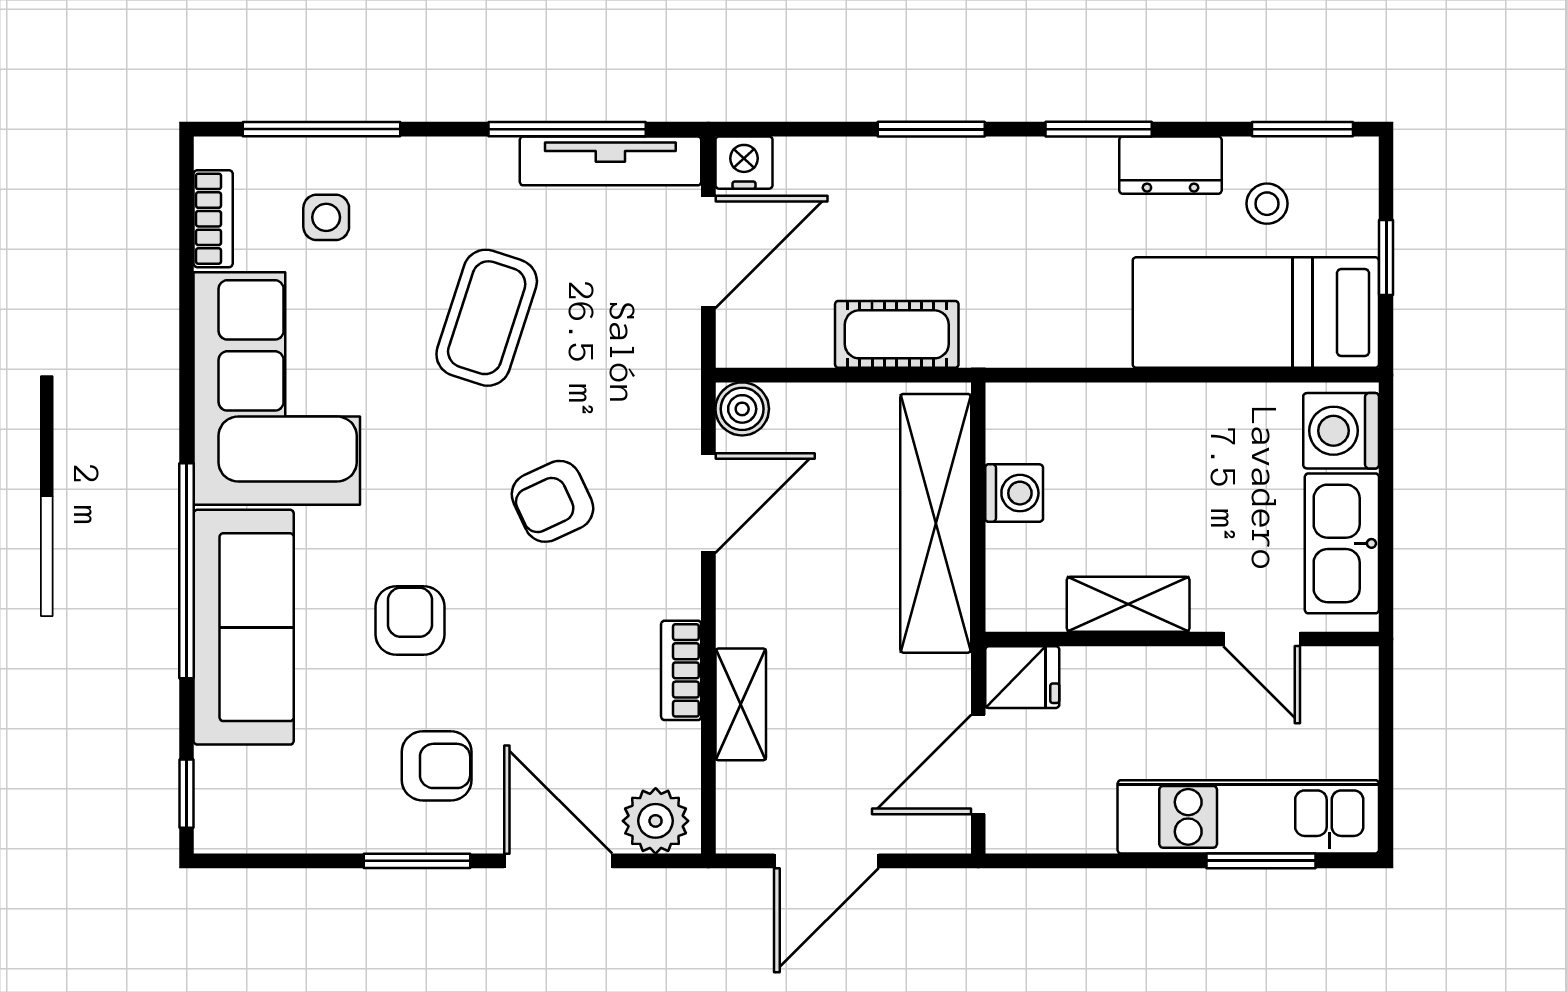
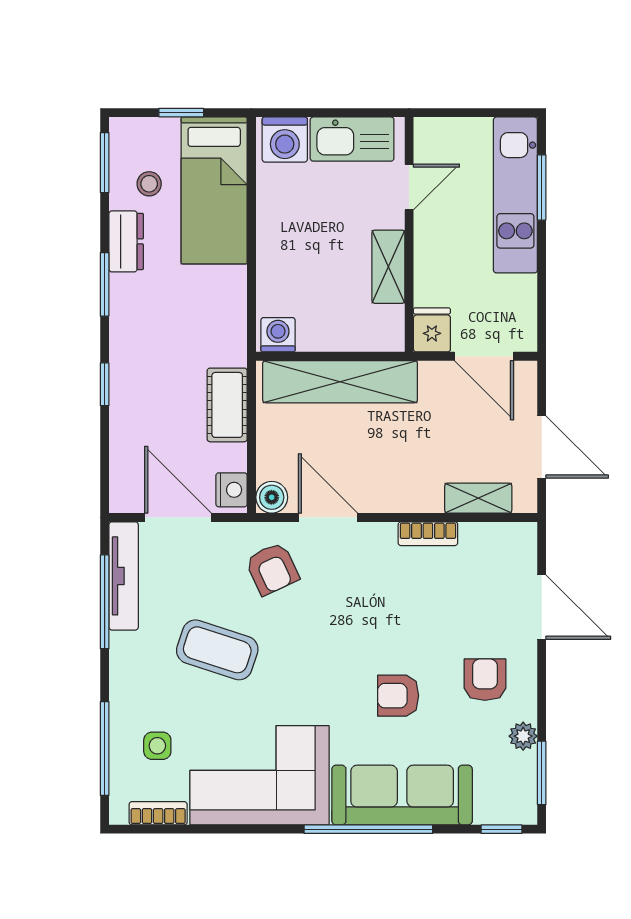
window: (931, 129) -> (105, 384), width x0.67
nightstand: (744, 163) -> (232, 490), moved, turned 180
washing machine: (1014, 493) -> (278, 335), moved
armchair: (552, 501) -> (272, 569), moved
shelving: (741, 704) -> (478, 498), moved
plant: (656, 821) -> (523, 736), moved, width x0.73, depth x0.73
window: (417, 861) -> (542, 773), moved
door: (558, 861) -> (542, 607), swing flipped

